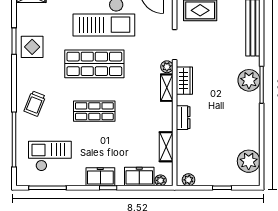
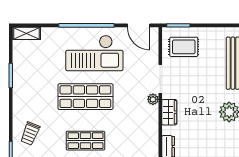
display table: (32, 47) -> (28, 81), removed
shelving: (167, 88) -> (153, 119), removed

